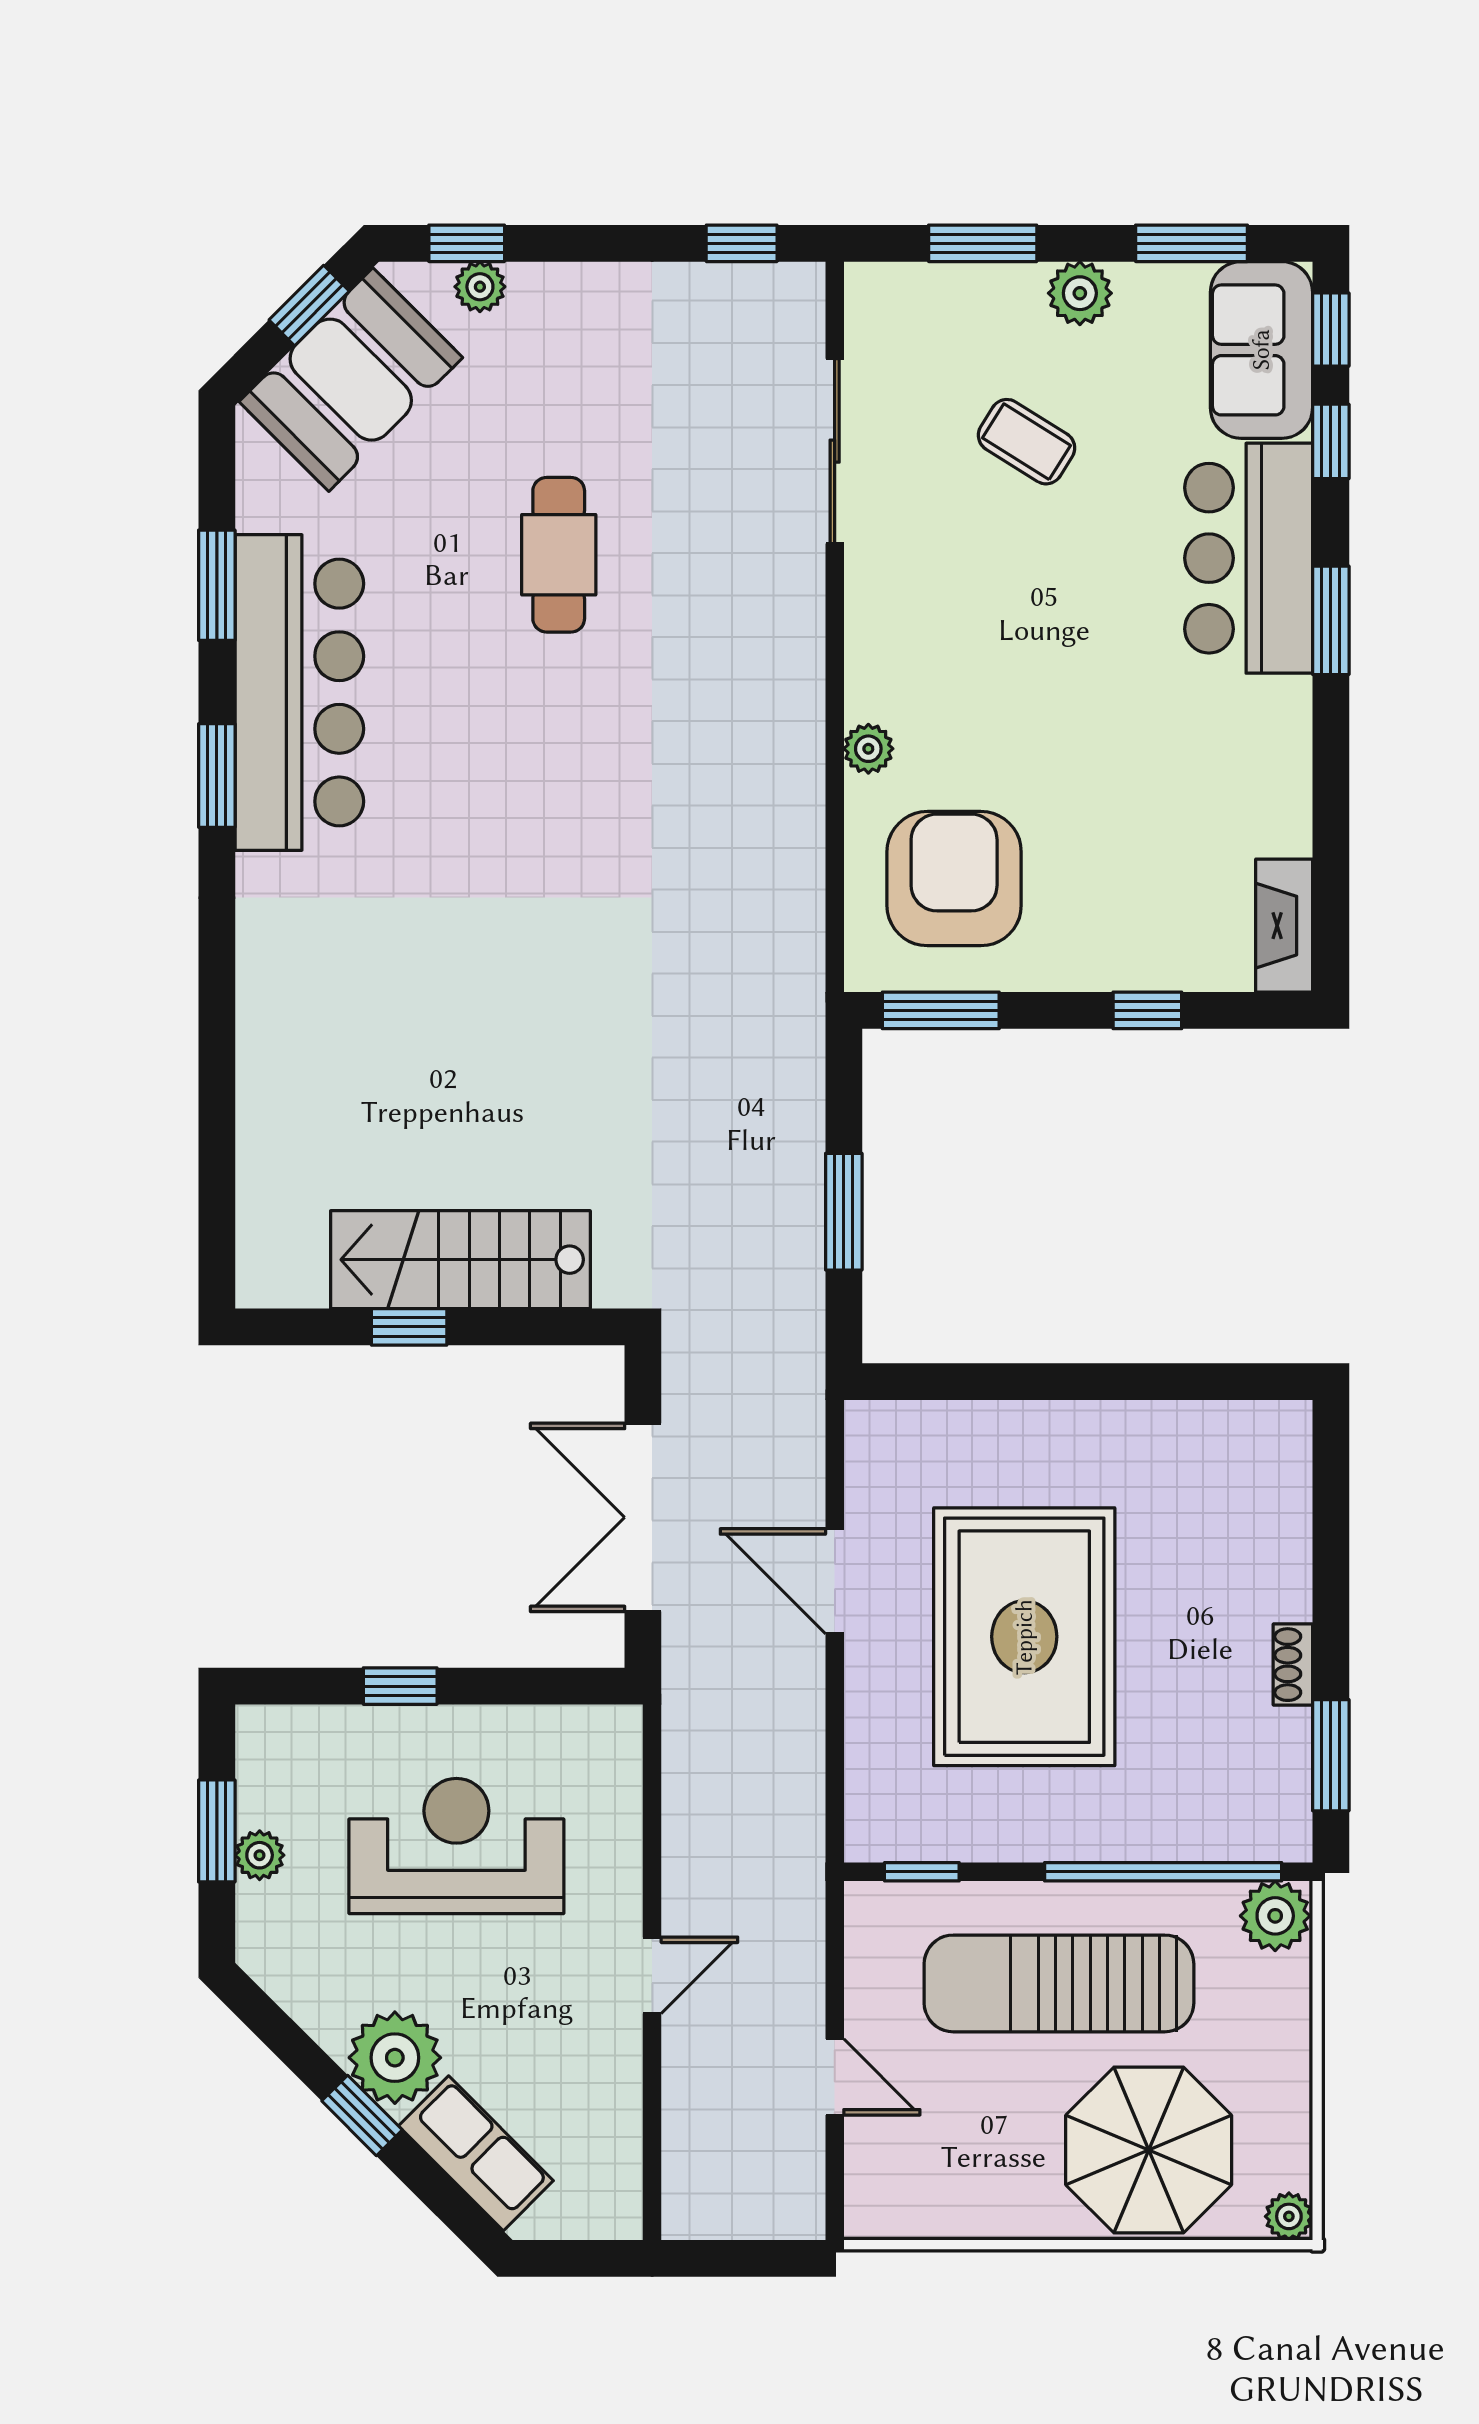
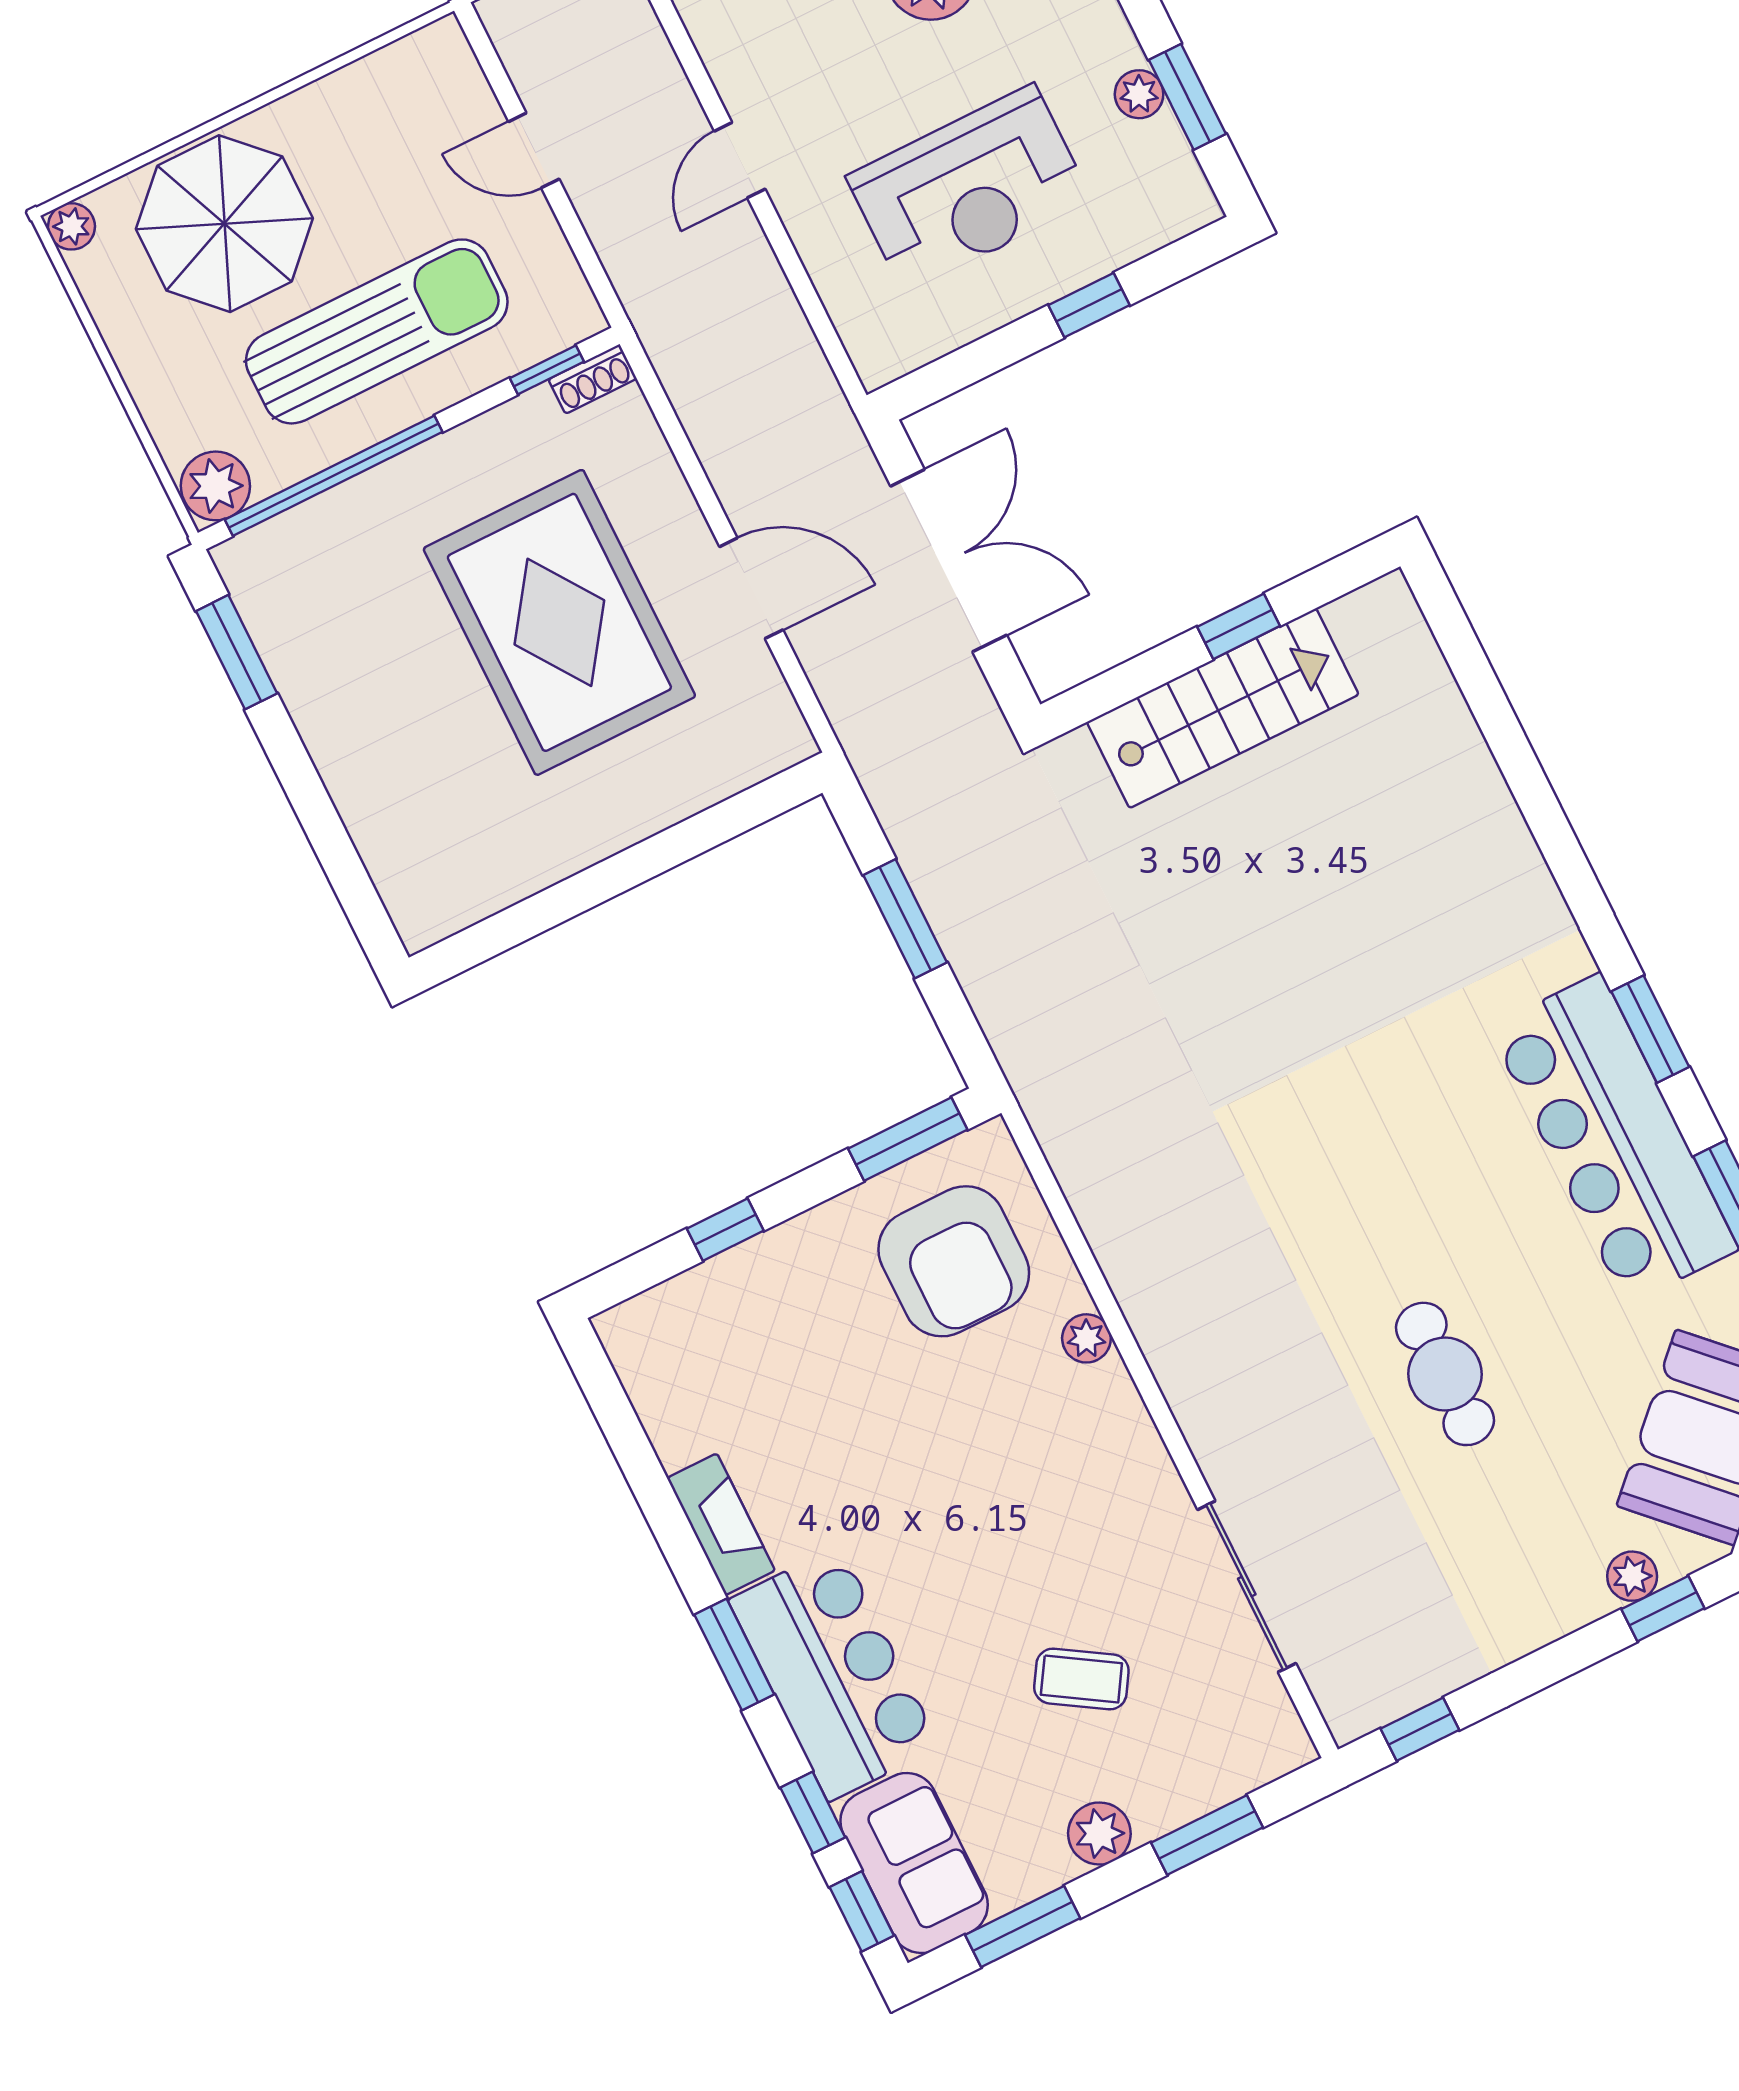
fireplace: (1284, 926) -> (721, 1524), moved
shoe rack: (1293, 1665) -> (593, 379), moved, turned 90

